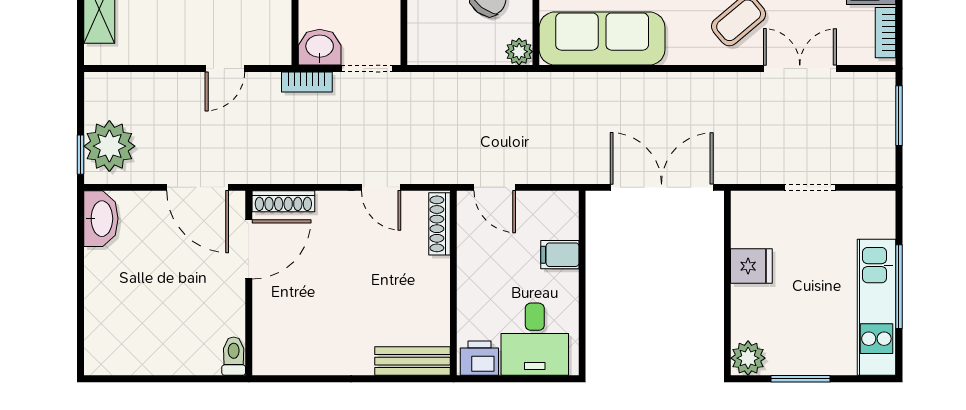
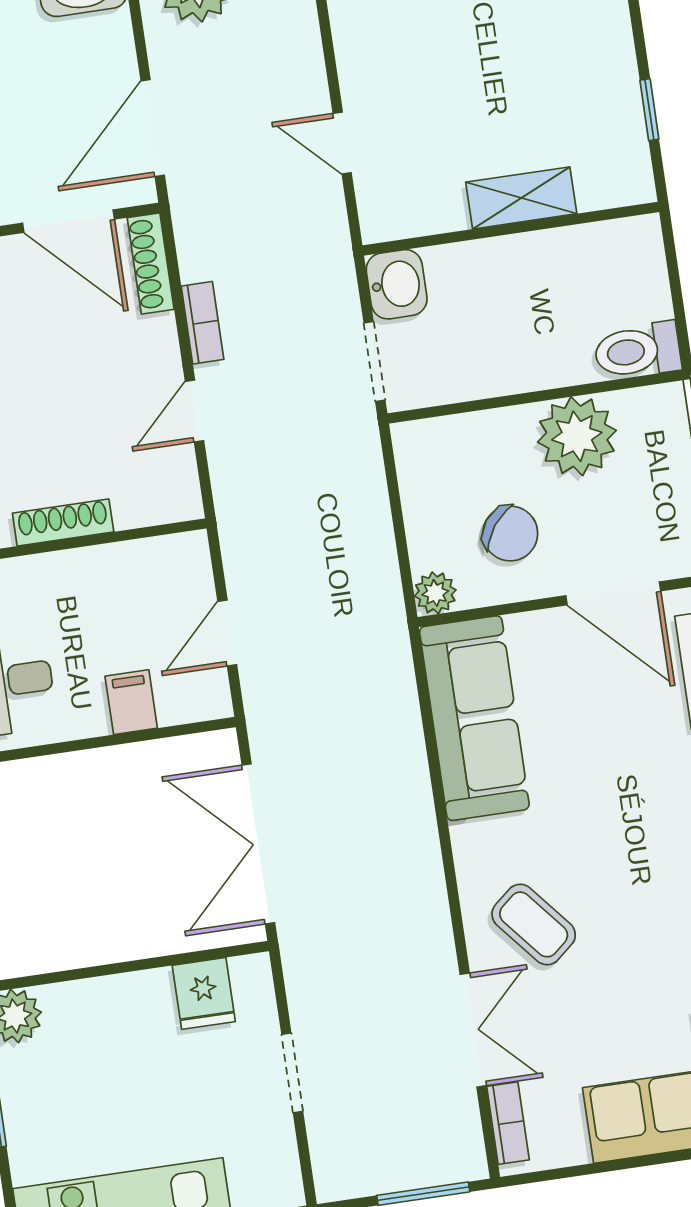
bookcase: (886, 33) -> (508, 1123), moved, turned 90
bookcase: (307, 82) -> (203, 323), moved, turned 180
door: (495, 187) -> (227, 633), moved
double door: (662, 187) -> (258, 844), swing flipped
shoe rack: (439, 224) -> (63, 522), moved
fridge: (751, 266) -> (204, 993), moved

